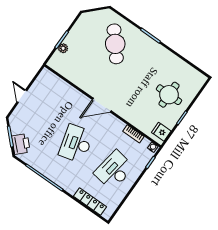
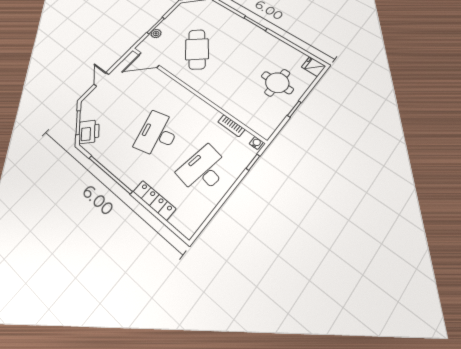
cafe table: (115, 44) -> (197, 49), moved
door: (102, 105) -> (149, 60), moved
fridge: (161, 132) -> (314, 67), moved
locker: (90, 201) -> (154, 200), moved

